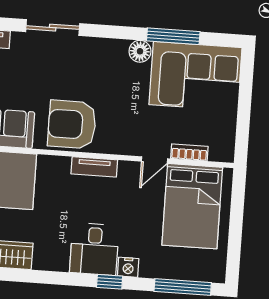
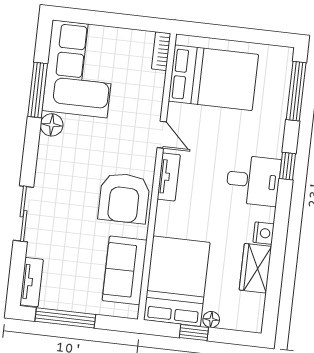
bookcase: (189, 152) -> (161, 51), moved
door: (155, 160) -> (162, 135), moved
nightstand: (128, 267) -> (264, 233), moved

